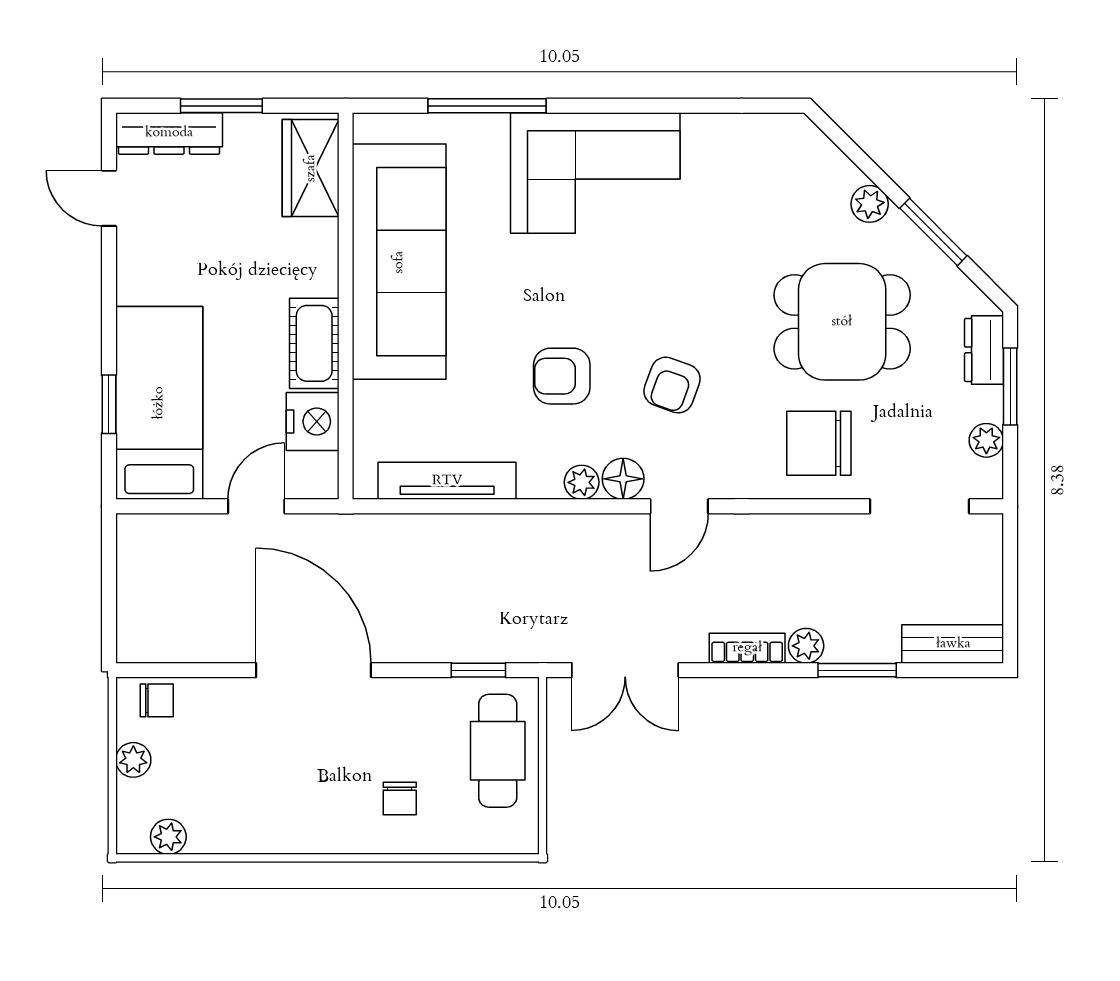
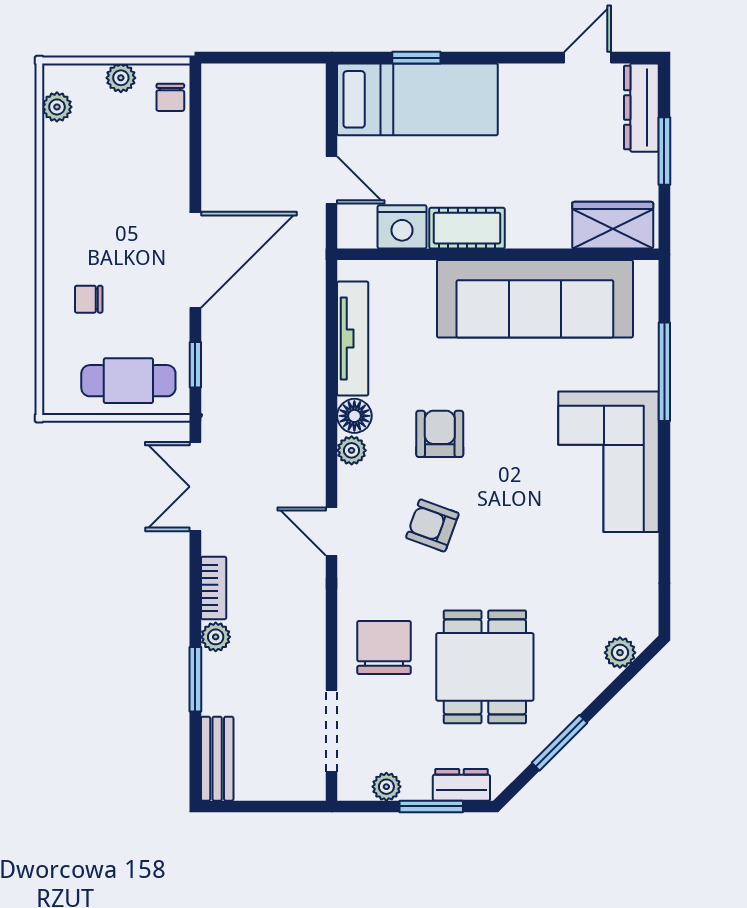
plant: (870, 204) -> (620, 653), moved
floor lamp: (623, 479) -> (354, 416), moved
door: (314, 670) -> (195, 260), moved

